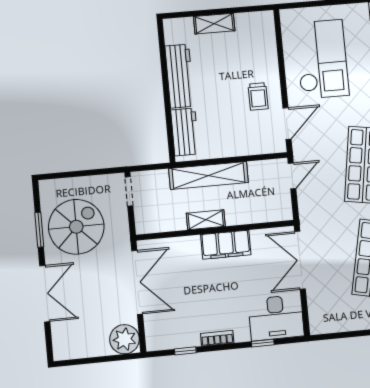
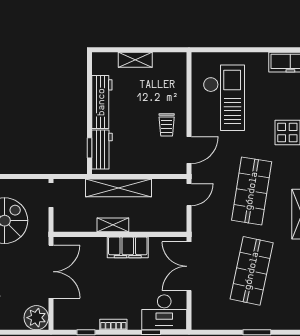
window: (170, 131) -> (90, 148), added

